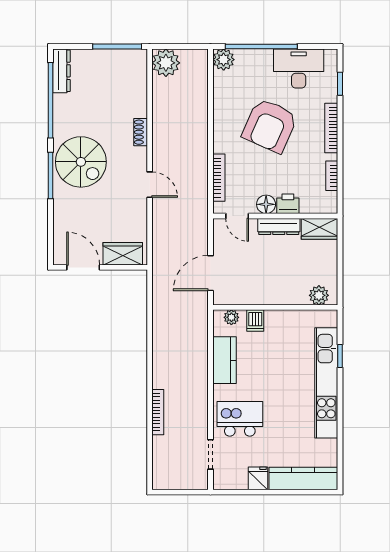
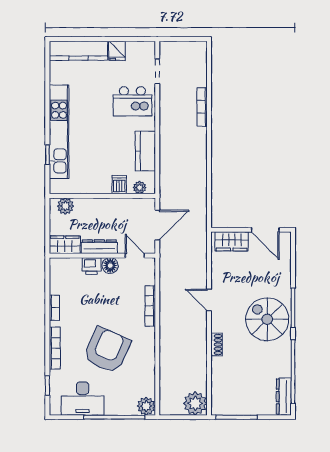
floor lamp: (266, 204) -> (110, 266), moved
printer: (288, 204) -> (92, 266), moved
door: (237, 216) -> (135, 256), moved
wall: (275, 216) -> (102, 256), moved
dresser: (279, 227) -> (99, 247), moved
wardrobe: (320, 229) -> (65, 245), moved

